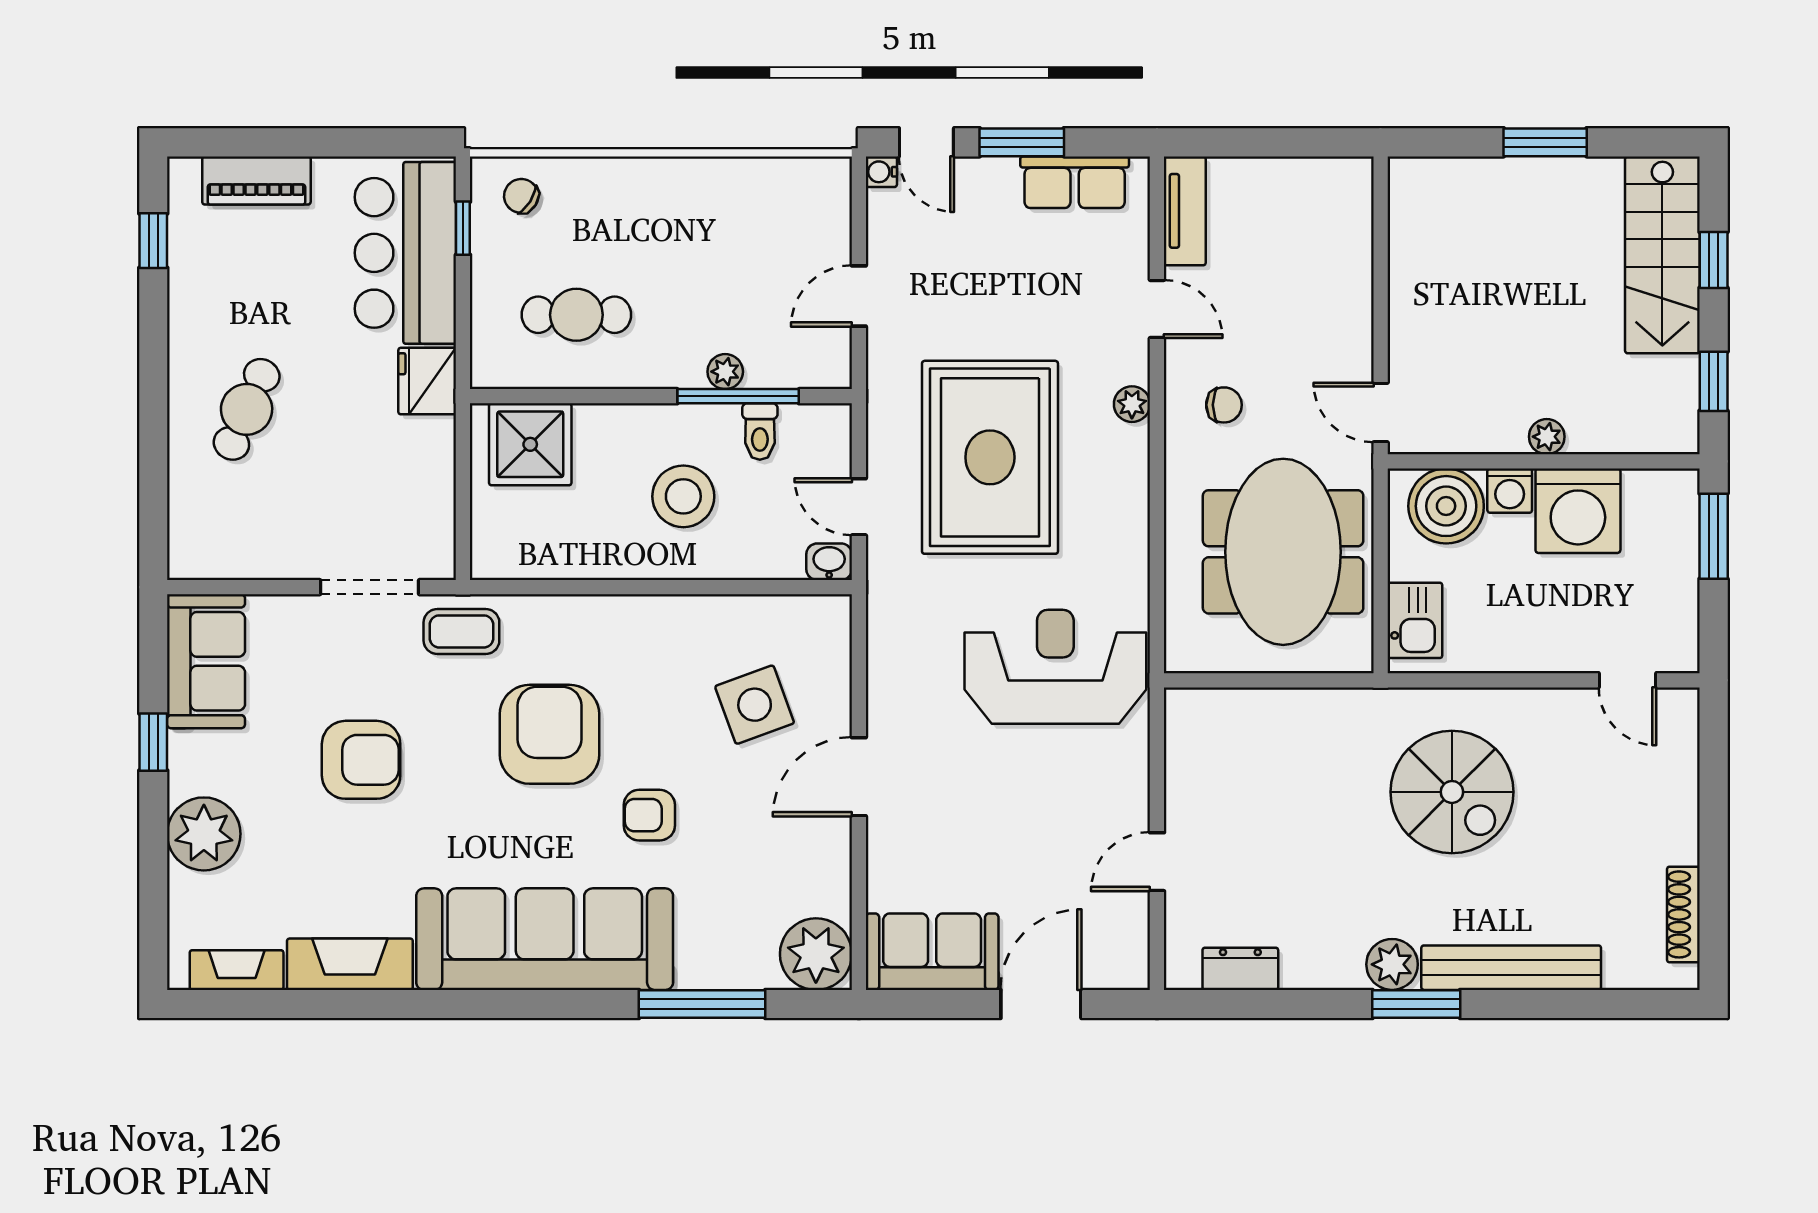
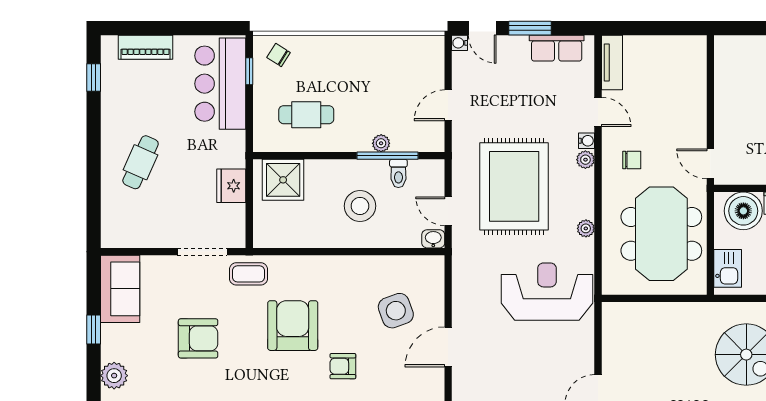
water cooler: (1134, 367) -> (587, 141), added
fridge: (427, 381) -> (231, 186), moved
plant: (1133, 541) -> (586, 228), added
plant: (204, 834) -> (114, 376), width x0.73, depth x0.73

